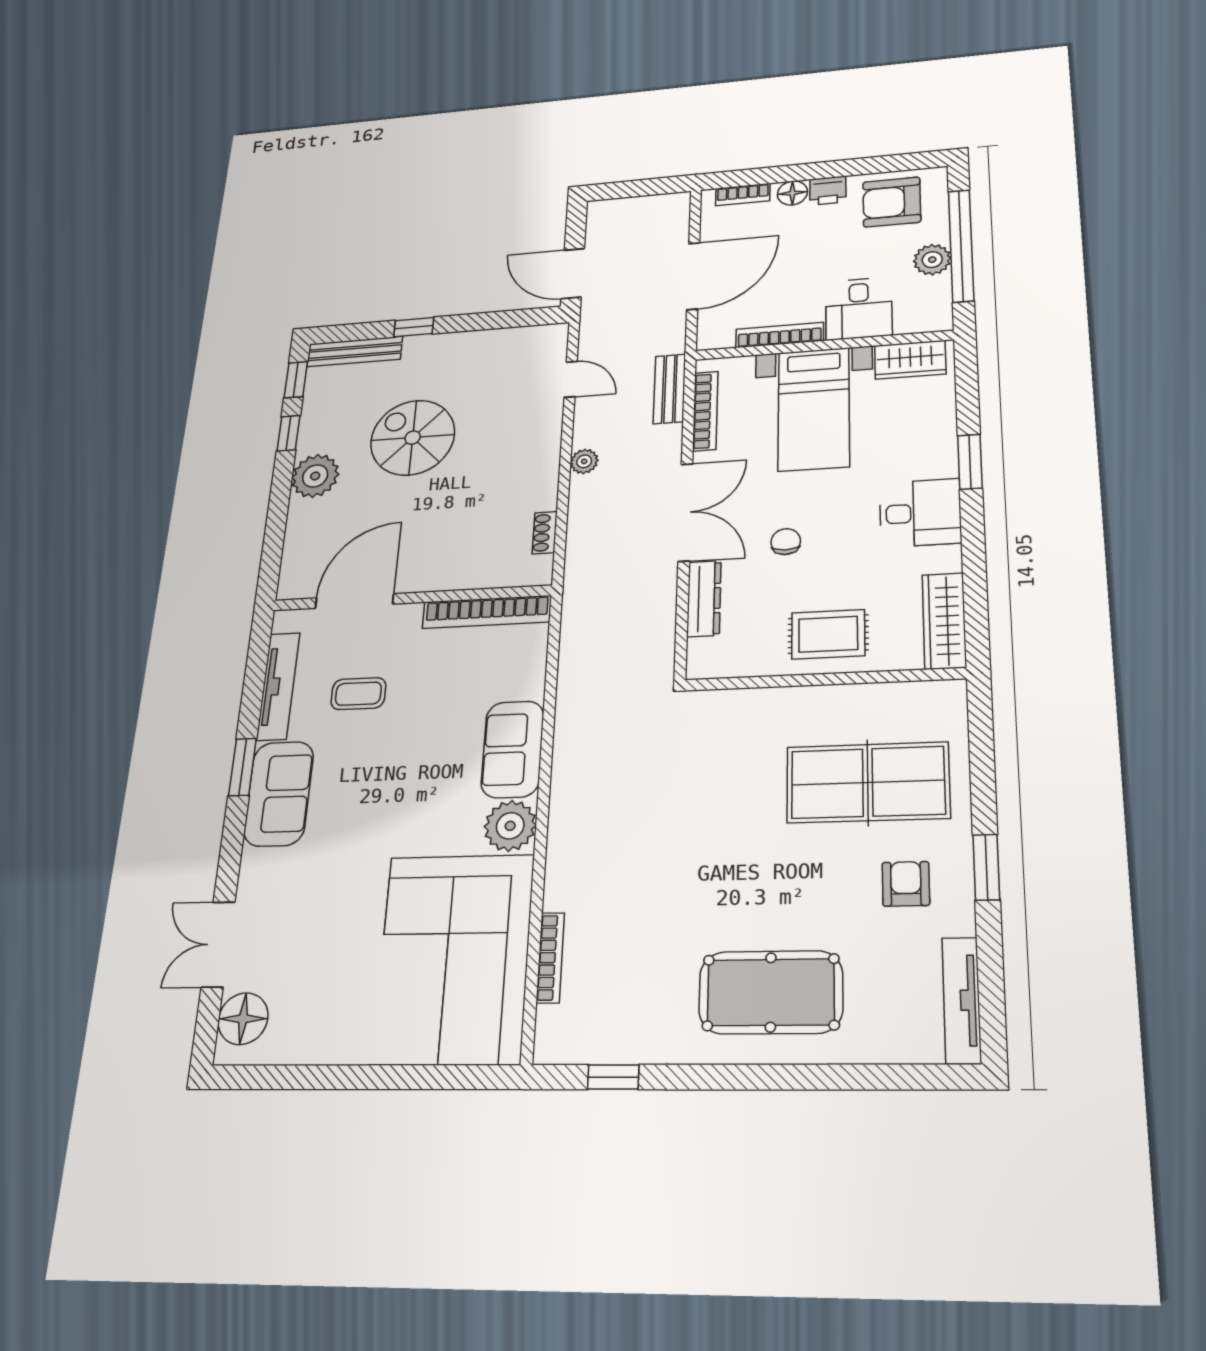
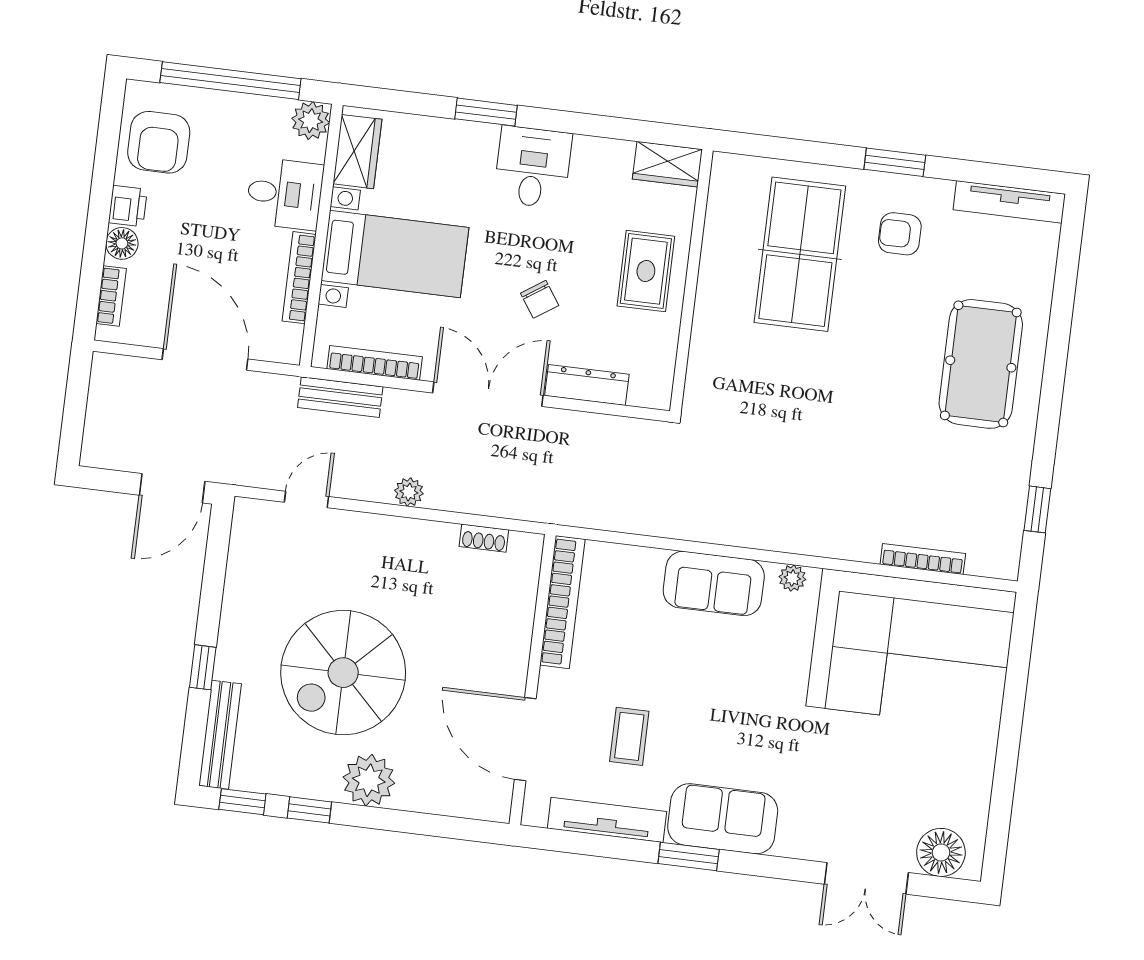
plant: (932, 260) -> (311, 121), moved
spiral stairs: (413, 438) -> (343, 673), width x1.37, depth x1.37
chair: (786, 542) -> (540, 299), turned -124
wardrobe: (944, 621) -> (667, 164), width x0.67
plant: (510, 826) -> (792, 578), width x0.53, depth x0.53

